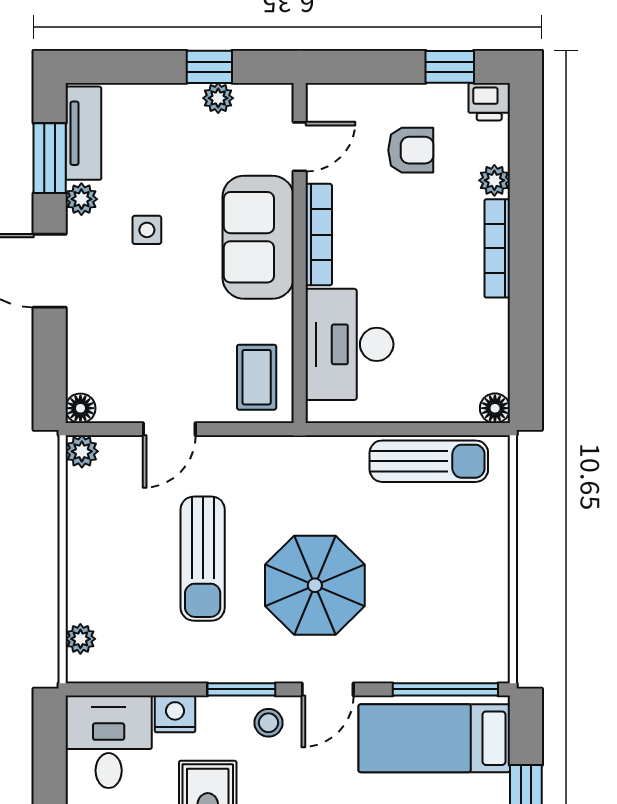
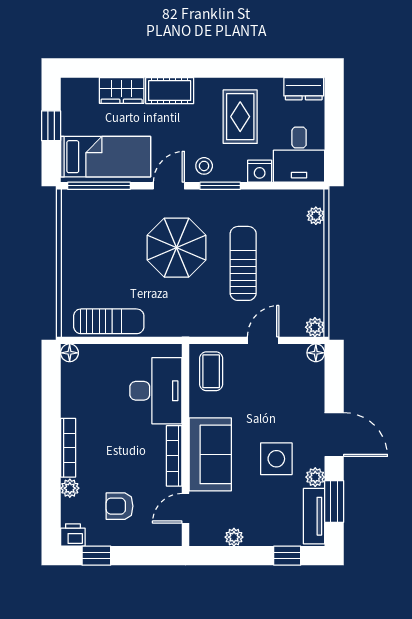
window: (209, 67) -> (287, 556), moved
side table: (147, 230) -> (276, 459), width x1.87, depth x1.87
sun lounger: (429, 461) -> (109, 321), turned 180

